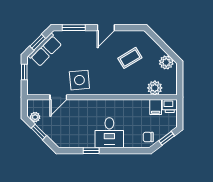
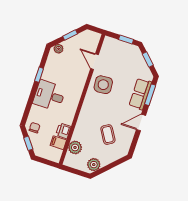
door: (106, 28) -> (141, 123), hinge flipped
row of seats: (45, 50) -> (140, 94), moved, turned 45
printer: (170, 106) -> (63, 131), moved
plant: (35, 117) -> (59, 49), moved

